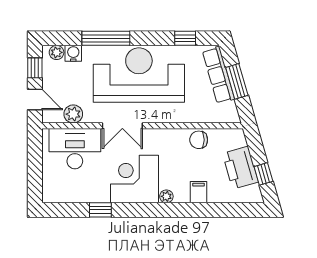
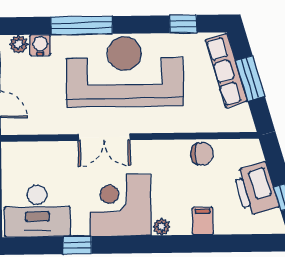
plant: (73, 114) -> (41, 123), removed
chair: (199, 140) -> (202, 154), turned 180
desk: (75, 149) -> (37, 211), moved, turned 180

